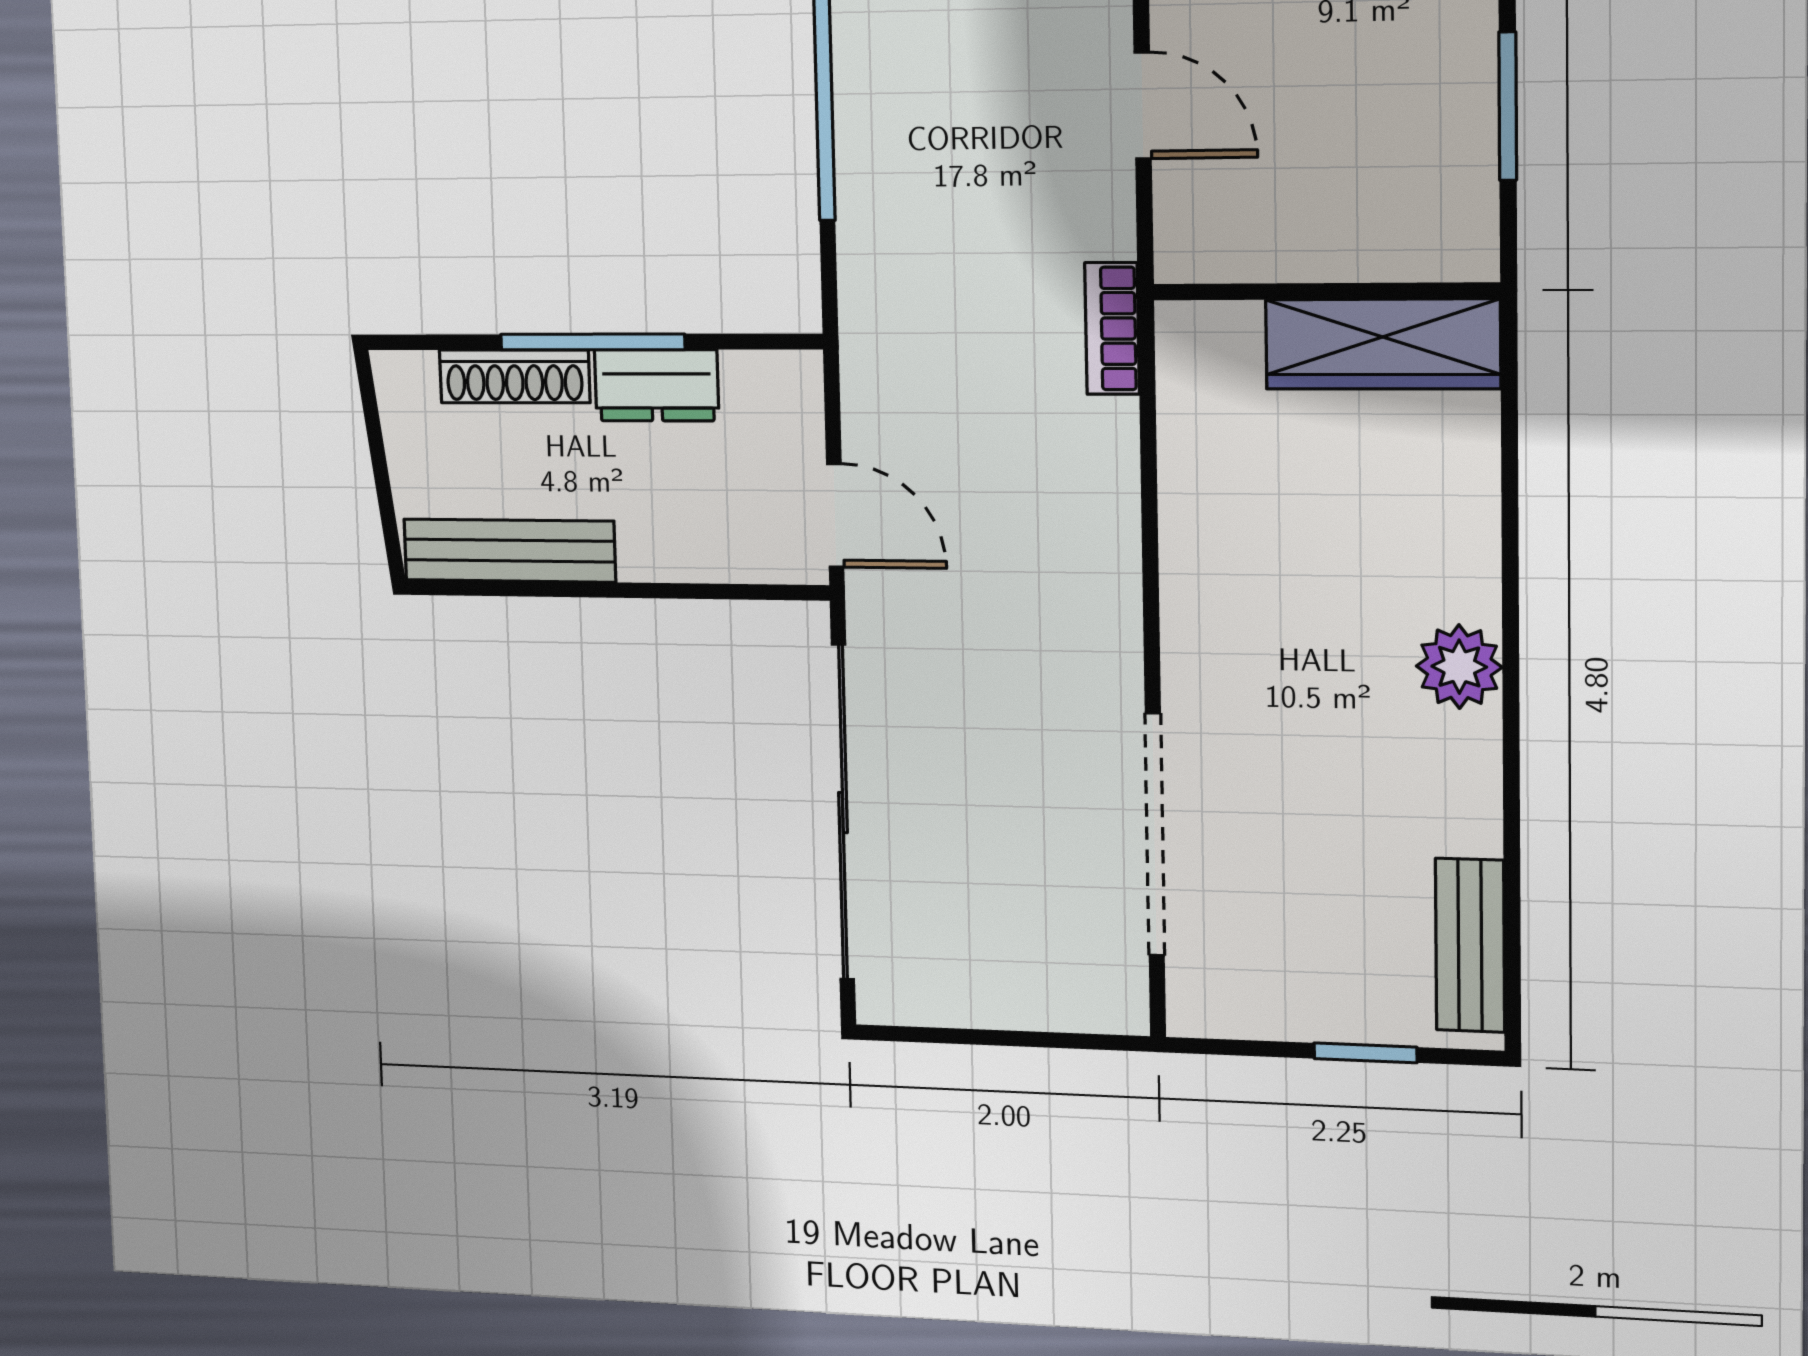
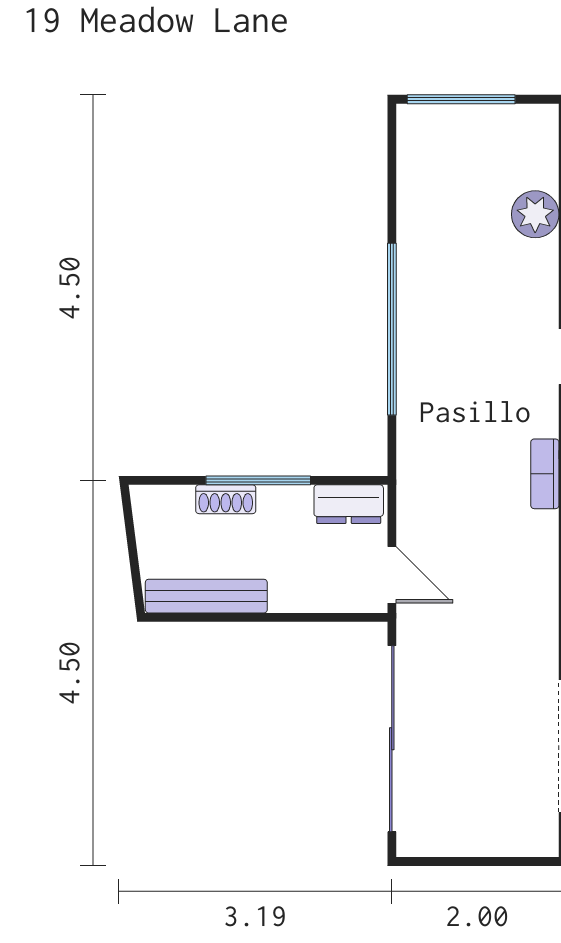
shoe rack: (515, 376) -> (226, 499), width x0.70
dresser: (657, 385) -> (349, 504), moved

